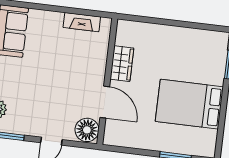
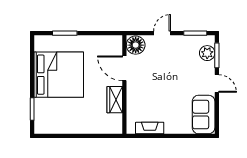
bed: (189, 104) -> (59, 75), width x1.36

